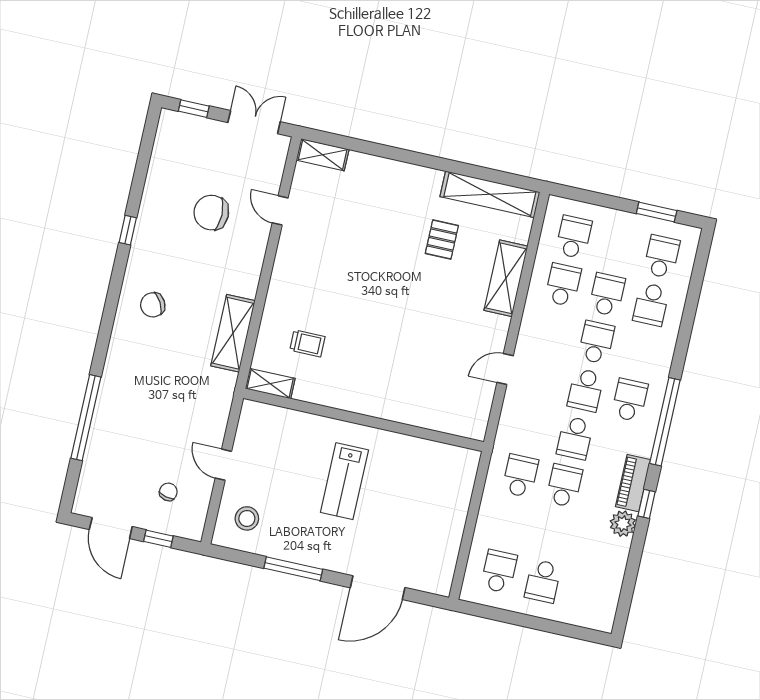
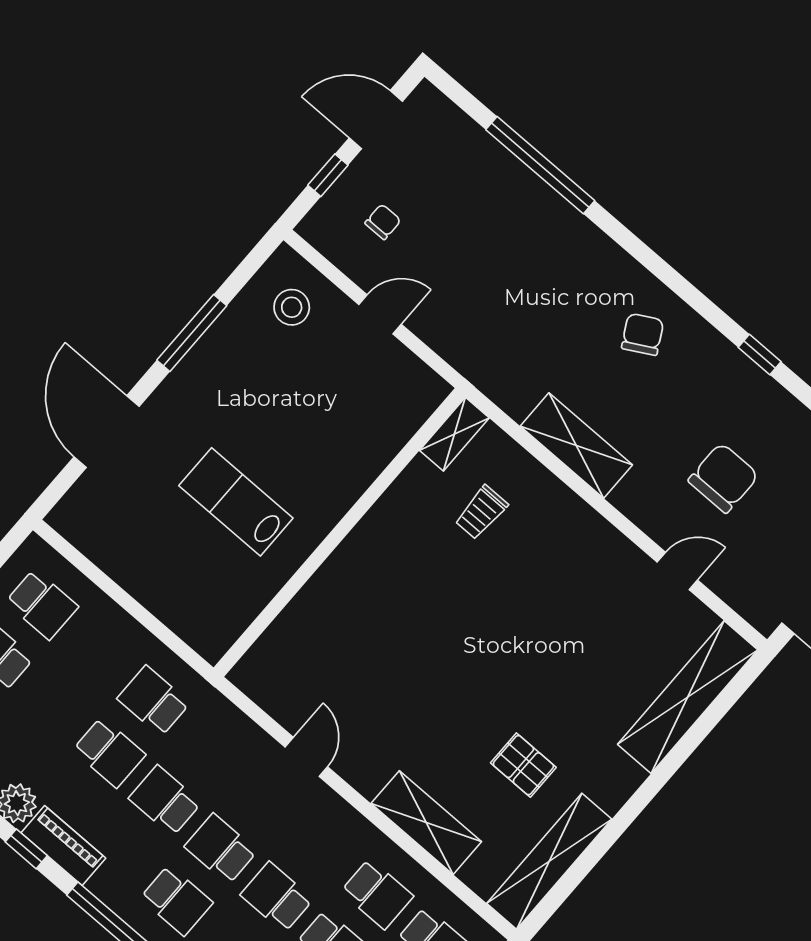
shelving: (323, 155) -> (688, 697), width x2.20, depth x1.33
shelving: (233, 333) -> (576, 445), moved
school desk: (596, 342) -> (277, 897), turned 180
school desk: (520, 476) -> (154, 701), turned 180
lab bench: (344, 481) -> (236, 502), moved
chair: (168, 492) -> (383, 222), turned -103

